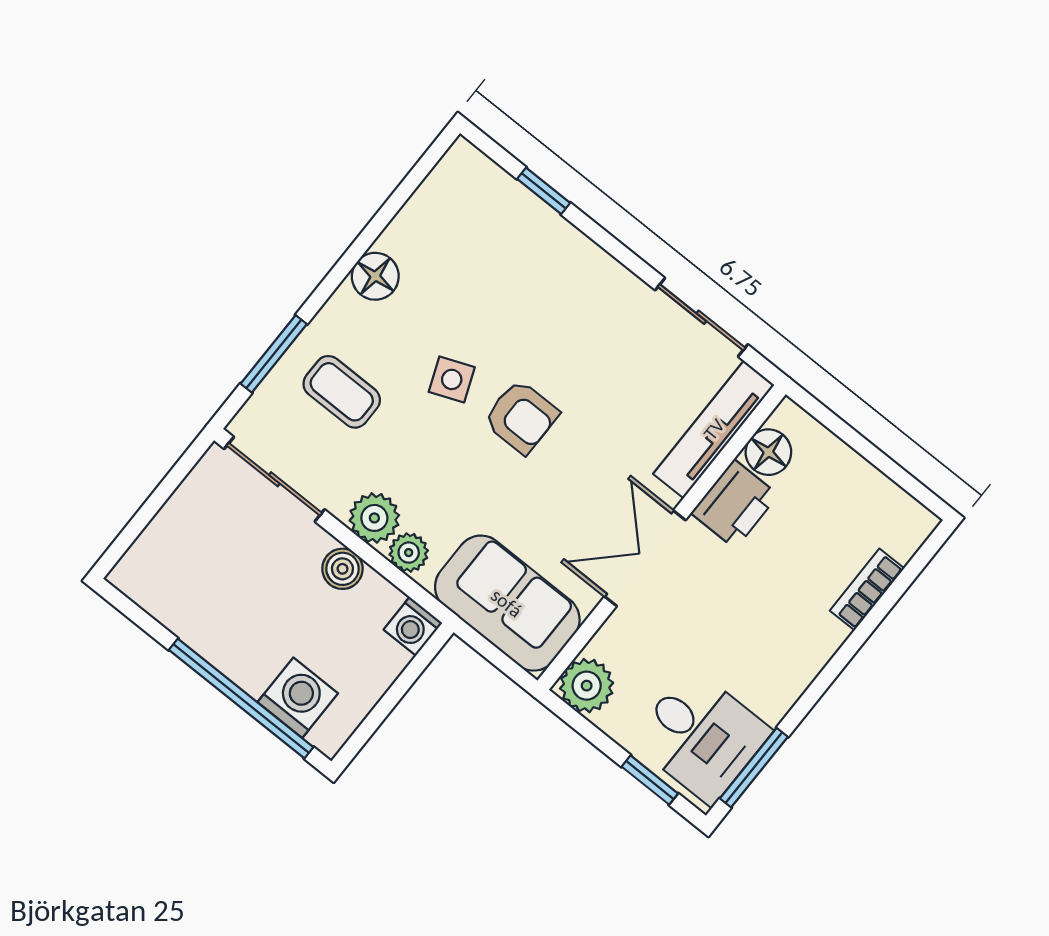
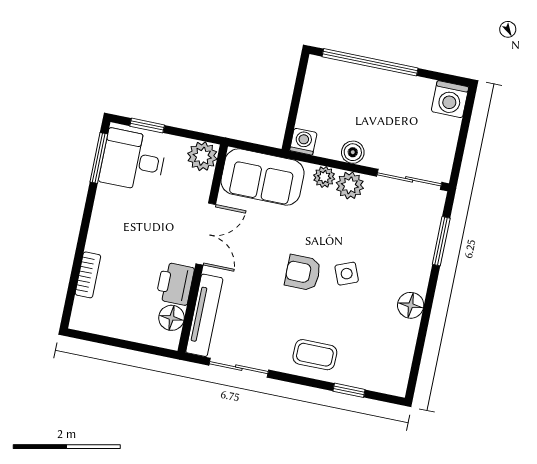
coffee table: (342, 392) -> (315, 355), moved
washing machine: (298, 698) -> (450, 99), moved

